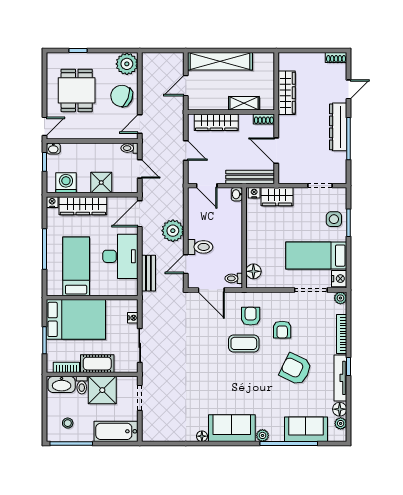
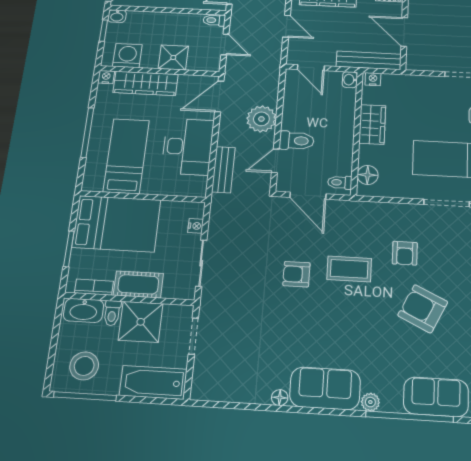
wardrobe: (277, 197) -> (372, 124), moved, turned -90
armchair: (251, 316) -> (296, 274), moved, turned -90
stool: (68, 423) -> (84, 366), width x1.89, depth x1.89

